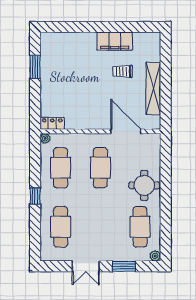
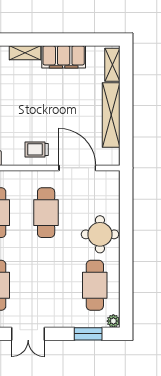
shelving: (83, 38) -> (25, 53), added
shelving: (154, 47) -> (112, 65), added
trolley: (123, 71) -> (37, 149), moved
window: (124, 266) -> (88, 334), moved

